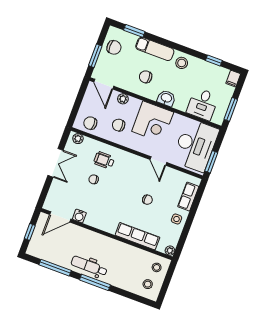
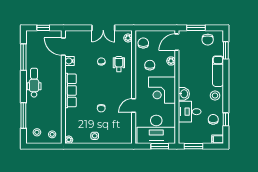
chair: (146, 77) -> (213, 119), moved
desk: (203, 104) -> (190, 112), moved
window: (211, 162) -> (160, 146), moved
row of seats: (188, 197) -> (115, 138), removed
row of seats: (137, 236) -> (71, 90), moved
window: (95, 282) -> (23, 116), moved

